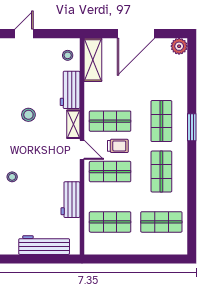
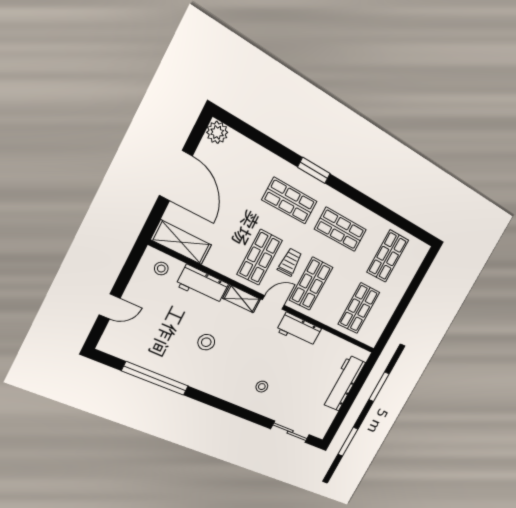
door: (24, 34) -> (110, 307), swing flipped
workbench: (70, 200) -> (299, 330), moved

